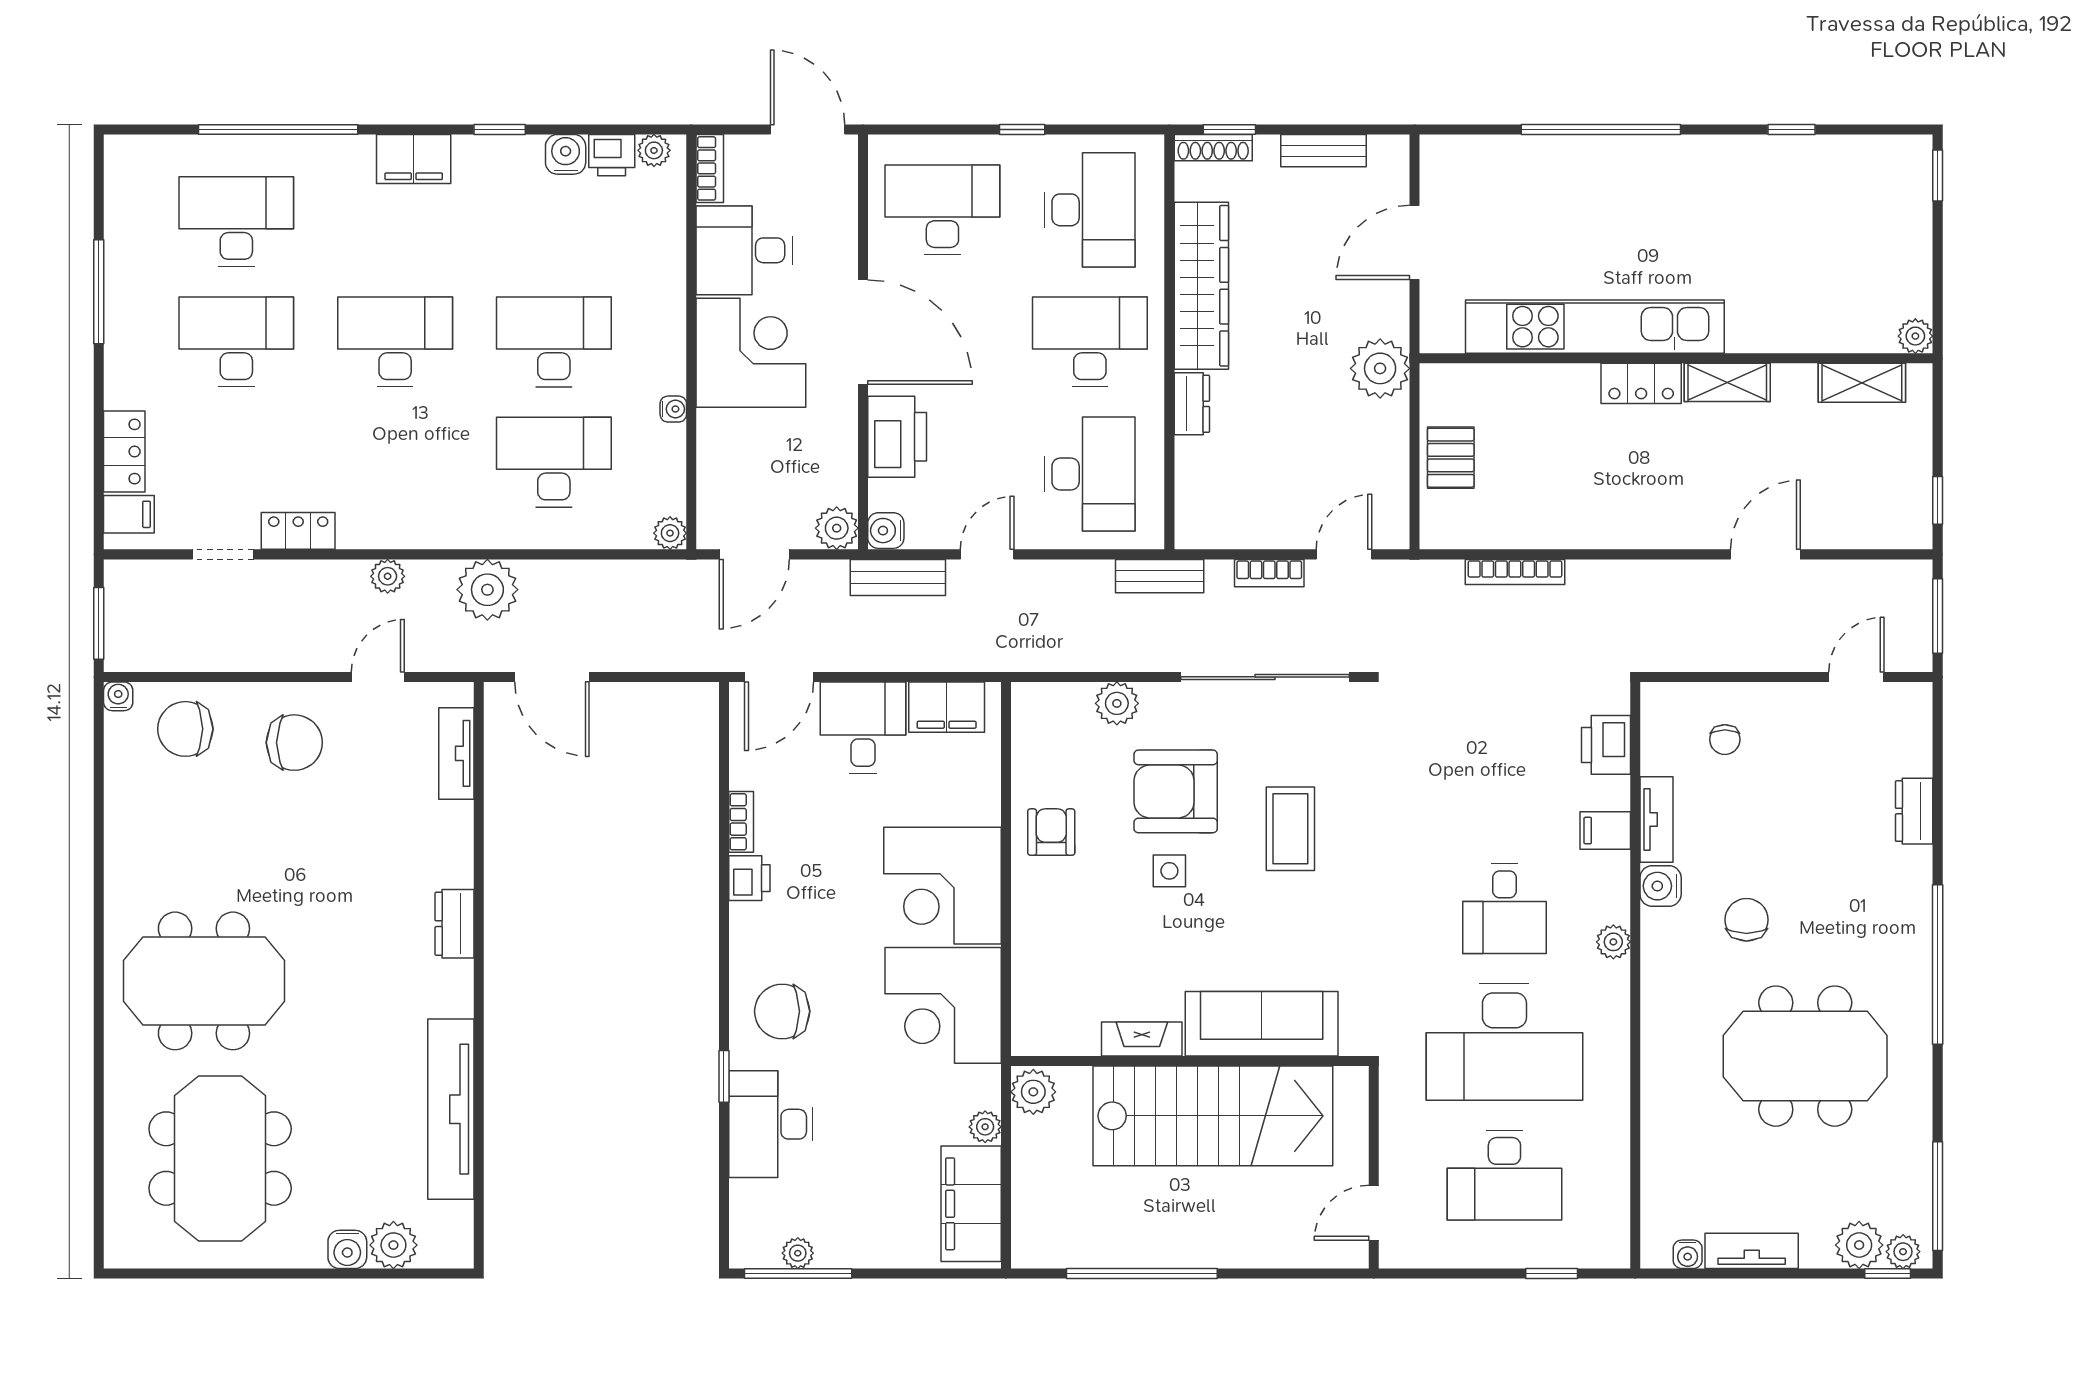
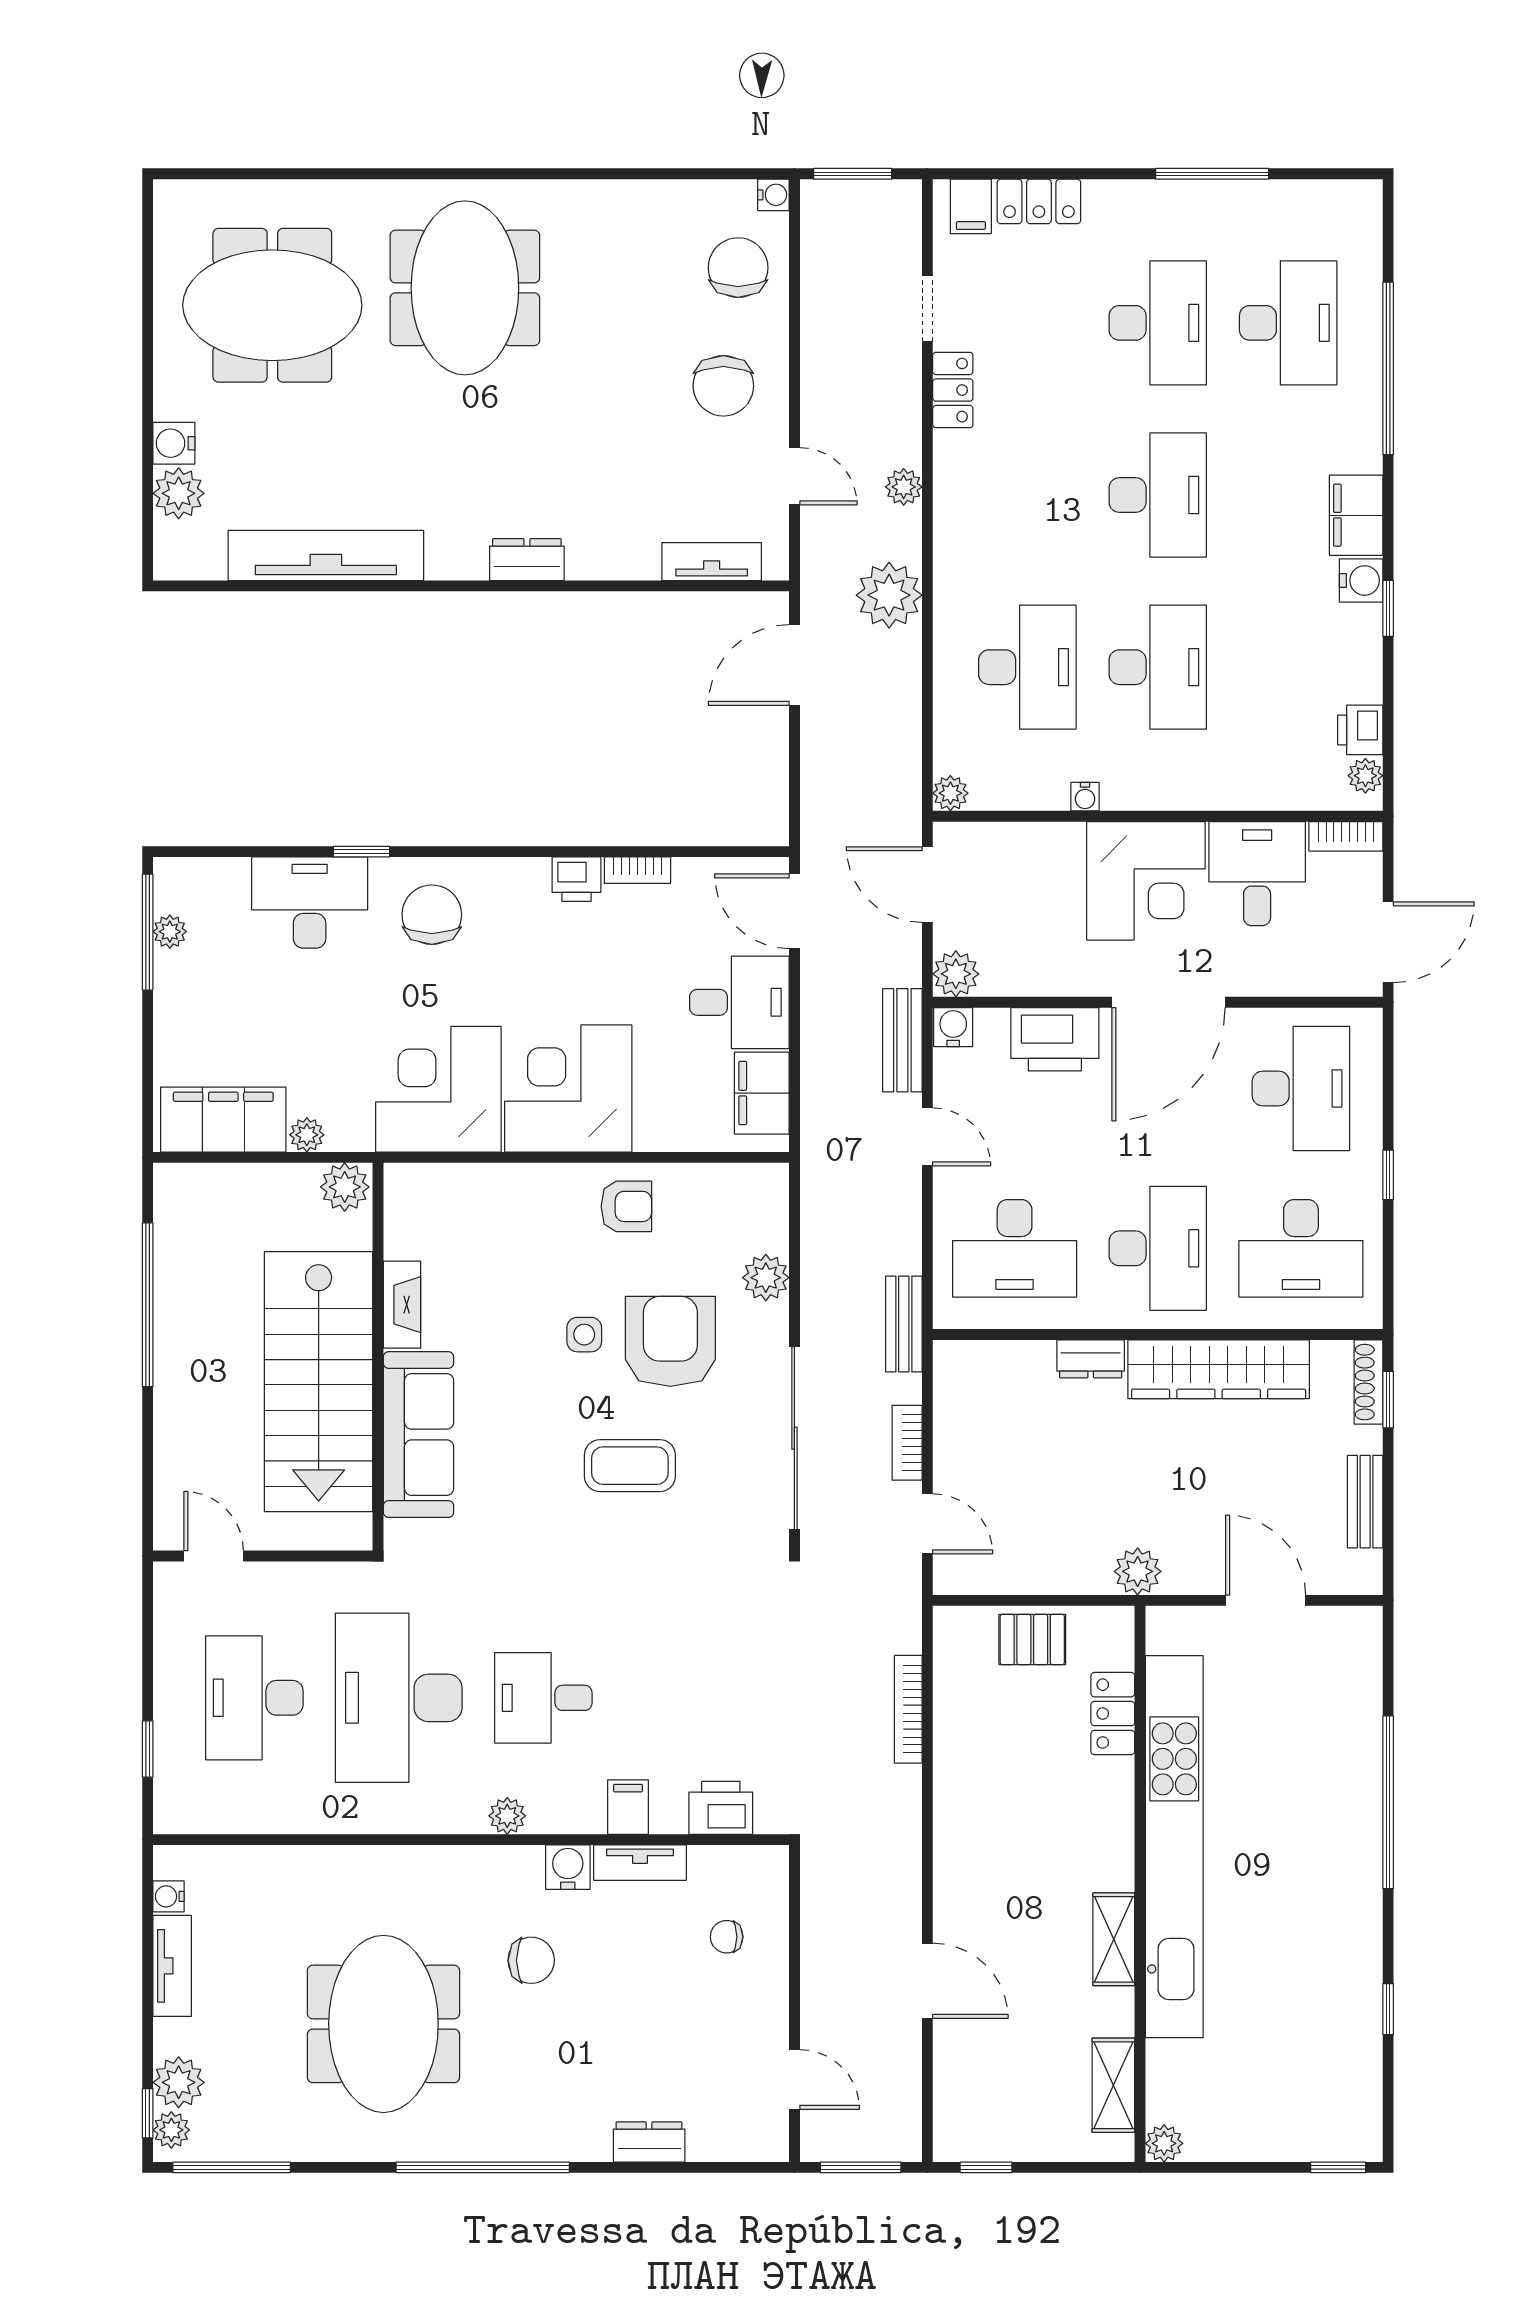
water cooler: (566, 154) -> (1361, 580), moved
kitchen unit: (1595, 327) -> (1174, 1847), width x1.36
plant: (1380, 368) -> (1138, 1571), width x0.73, depth x0.73
locker: (1641, 383) -> (1113, 1714), moved

